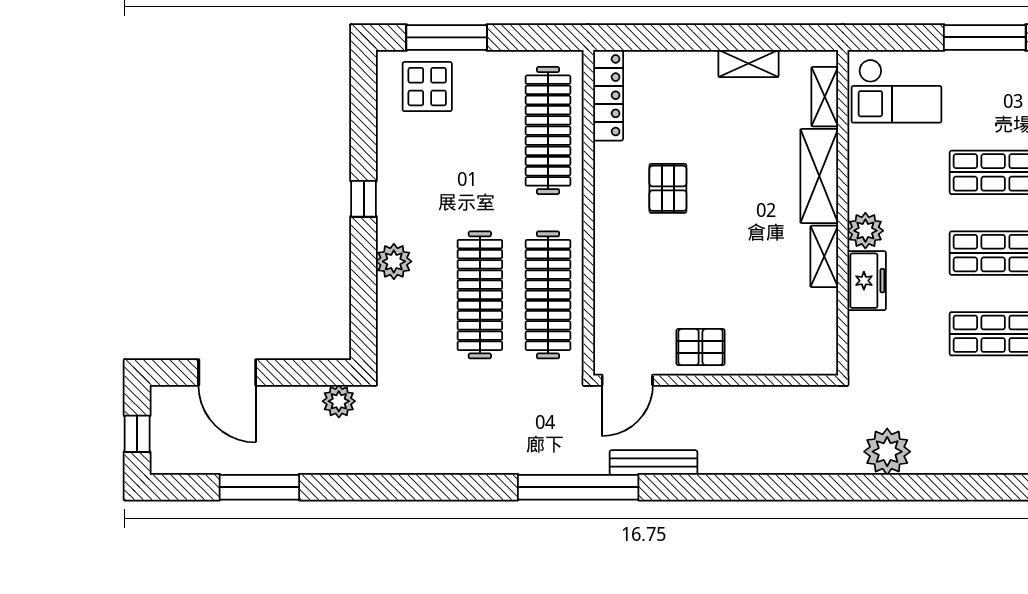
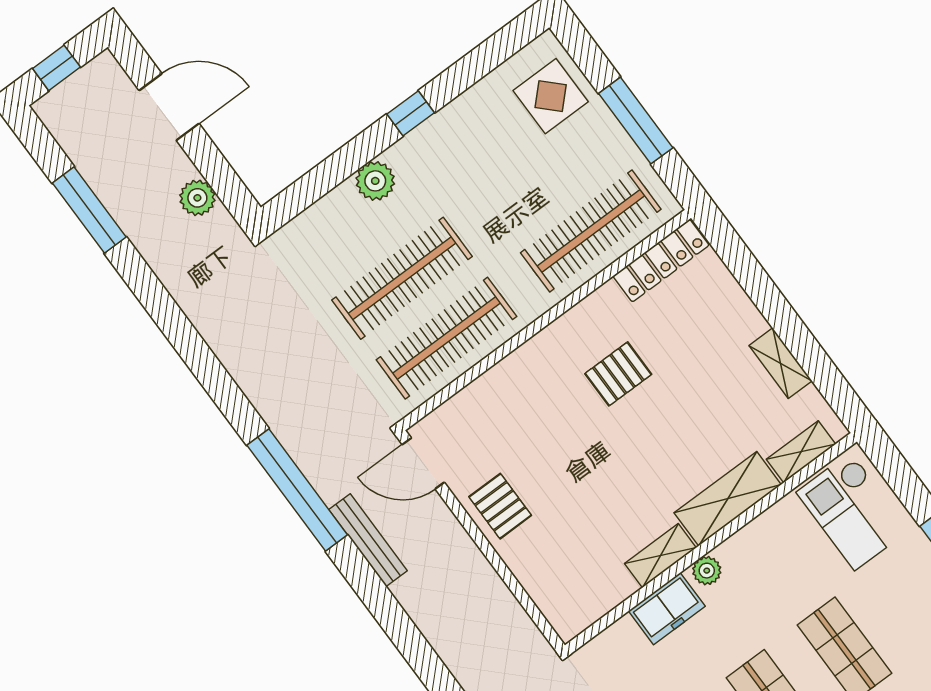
window: (447, 37) -> (636, 121), moved
plant: (865, 231) -> (707, 571), width x0.73, depth x0.73
door: (227, 372) -> (169, 107), swing flipped
plant: (339, 401) -> (197, 198), moved

